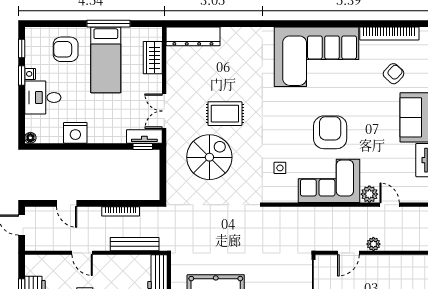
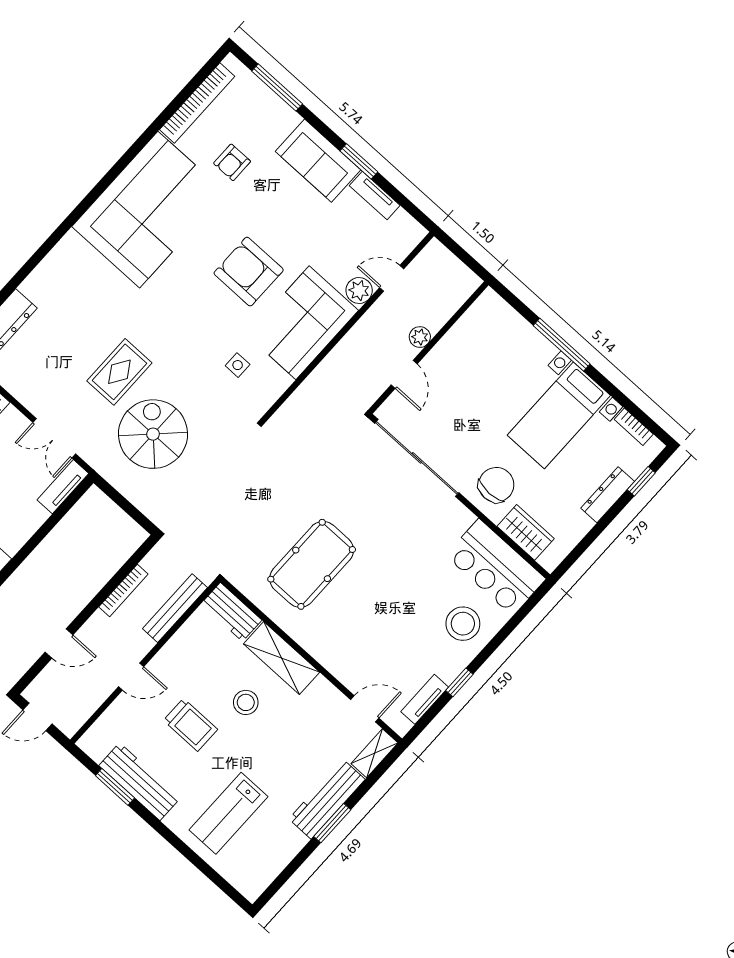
armchair: (394, 74) -> (232, 162), moved, turned -133
window: (143, 147) -> (73, 499), removed

